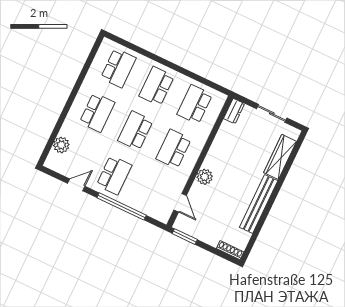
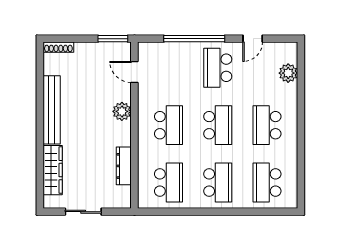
dresser: (234, 111) -> (124, 166), moved, width x1.44

